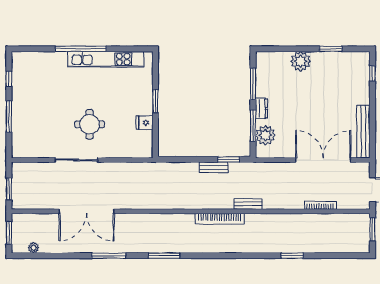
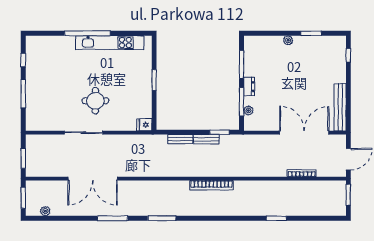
plant: (301, 61) -> (288, 40), width x0.53, depth x0.53
fridge: (144, 123) -> (144, 125), moved
plant: (265, 135) -> (248, 111), width x0.53, depth x0.53
bench: (248, 204) -> (180, 139), moved

